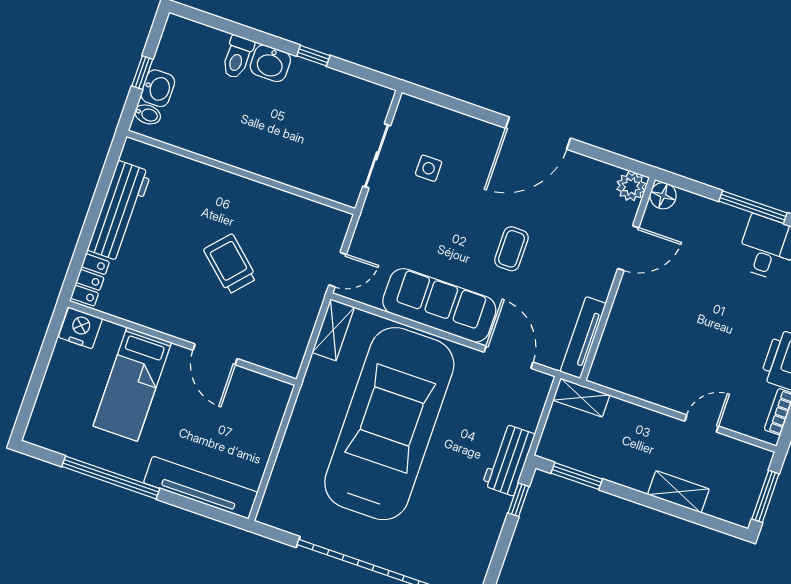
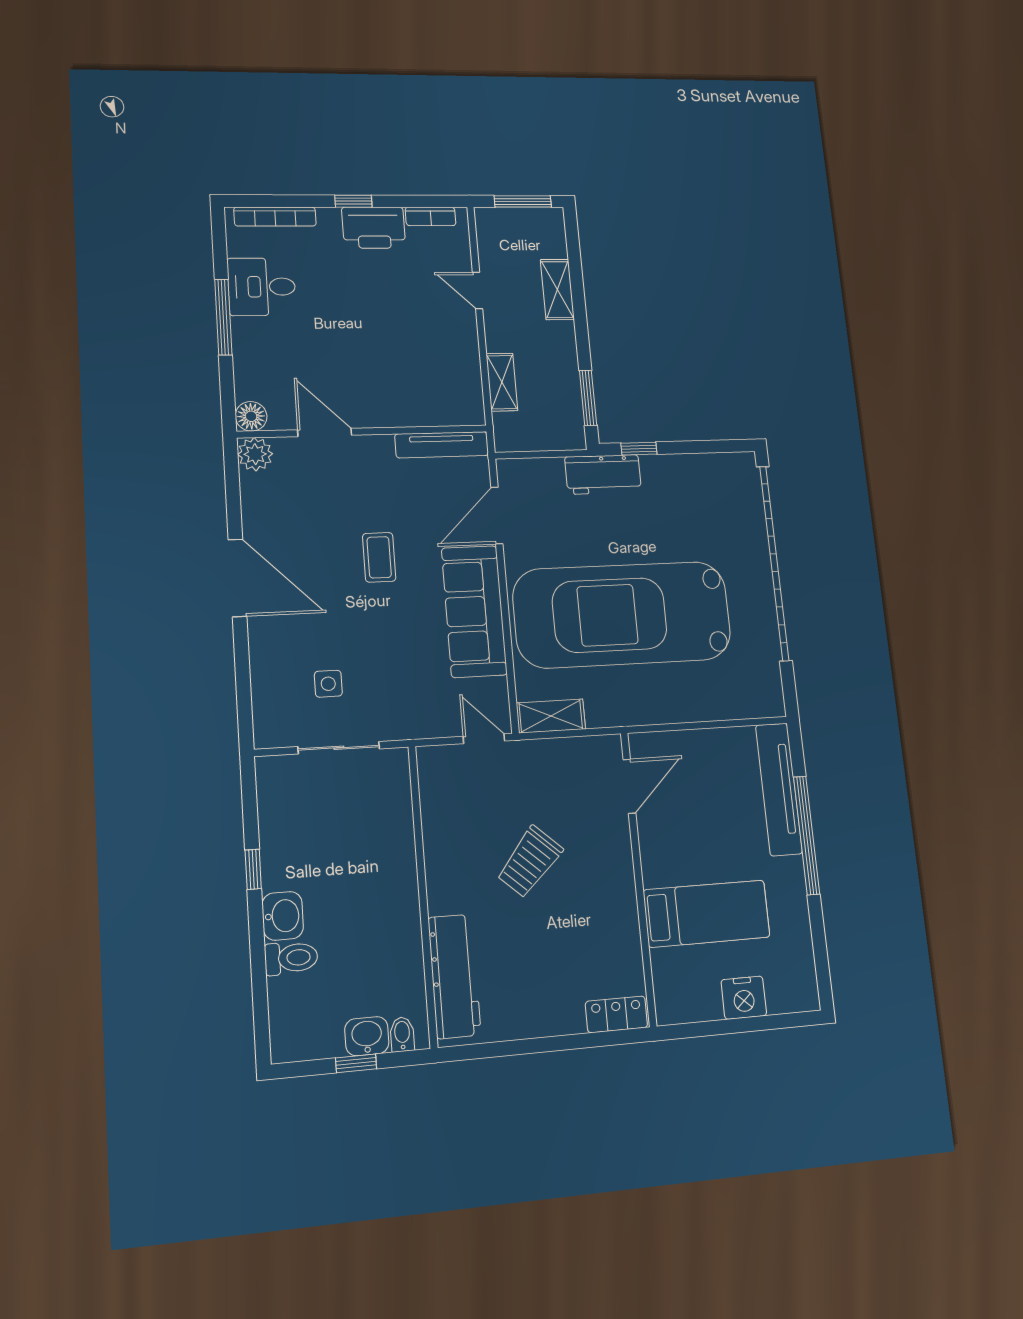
workbench: (119, 211) -> (454, 976), moved, turned 90
coffee table: (511, 249) -> (379, 557), turned 90
nightstand: (80, 328) -> (744, 998), moved, turned -90
door: (215, 354) -> (629, 786), moved
shelving: (581, 398) -> (502, 382), moved
window: (111, 477) -> (807, 835), moved

